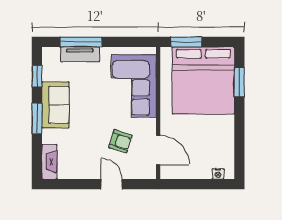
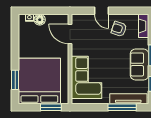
tv unit: (80, 54) -> (128, 99), width x1.41
armchair: (120, 141) -> (119, 29), moved
floor lamp: (203, 171) -> (40, 20), added

